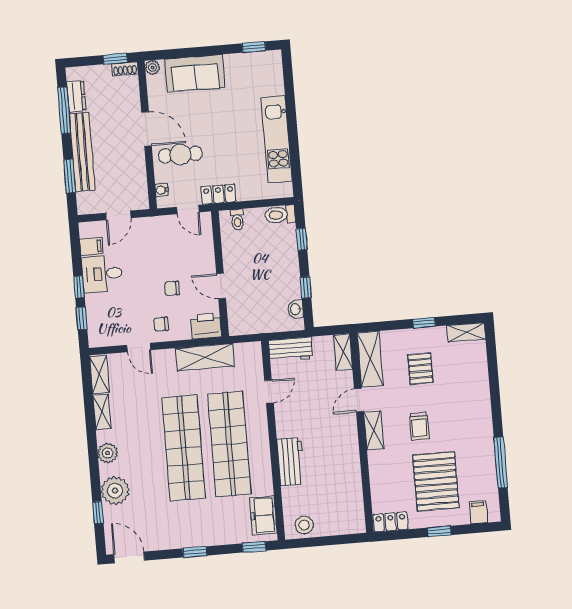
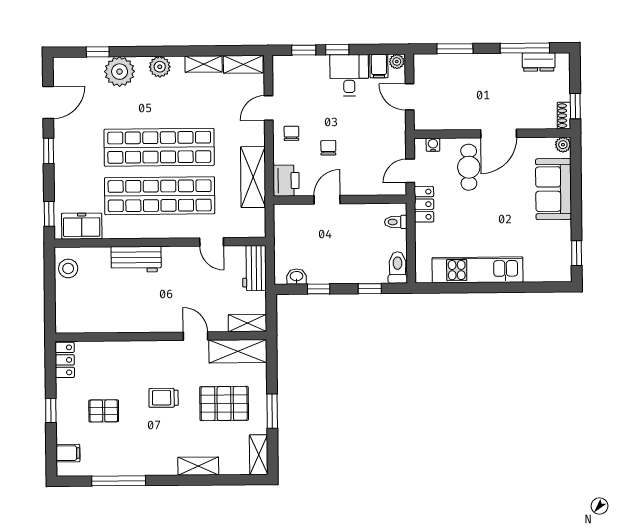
bench: (82, 152) -> (479, 64), removed
plant: (86, 230) -> (397, 62), added
window: (424, 323) -> (272, 411), width x1.50
pallet: (420, 369) -> (224, 403), width x1.50, depth x1.42
shelving: (374, 430) -> (198, 466), moved
pallet: (436, 481) -> (104, 411), width x0.49, depth x0.50
door: (129, 557) -> (48, 102), moved

